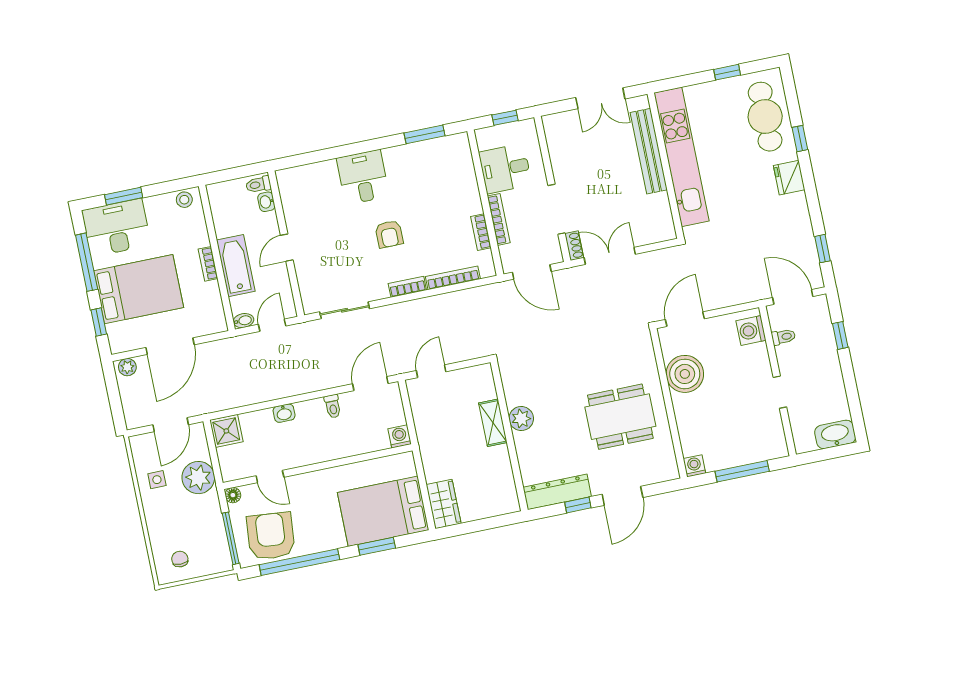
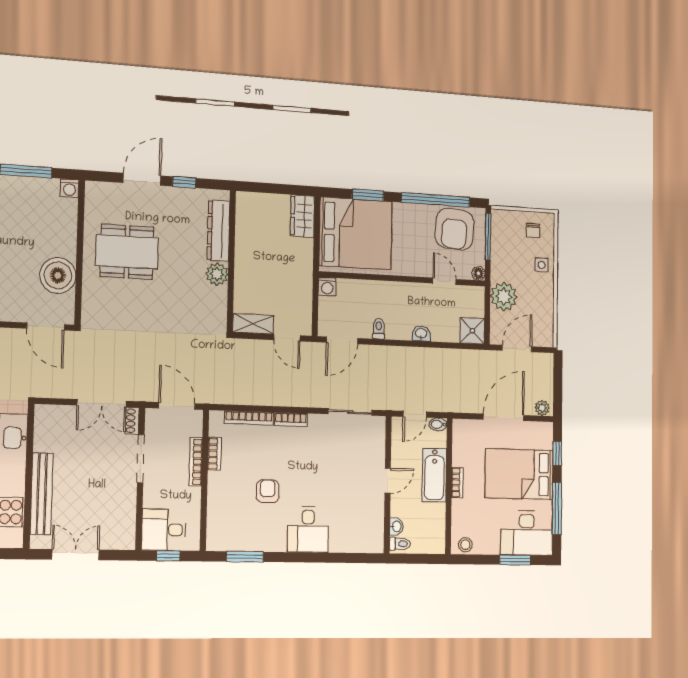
desk: (505, 169) -> (164, 530), moved, turned 180
armchair: (389, 234) -> (268, 491), moved
door: (685, 319) -> (46, 326), hinge flipped
door: (431, 371) -> (287, 338), hinge flipped
shelving: (493, 423) -> (253, 324), moved, turned 90
side table: (157, 480) -> (542, 265), moved
dresser: (557, 492) -> (218, 231), moved, turned 90
bed: (383, 511) -> (356, 233), width x1.36

